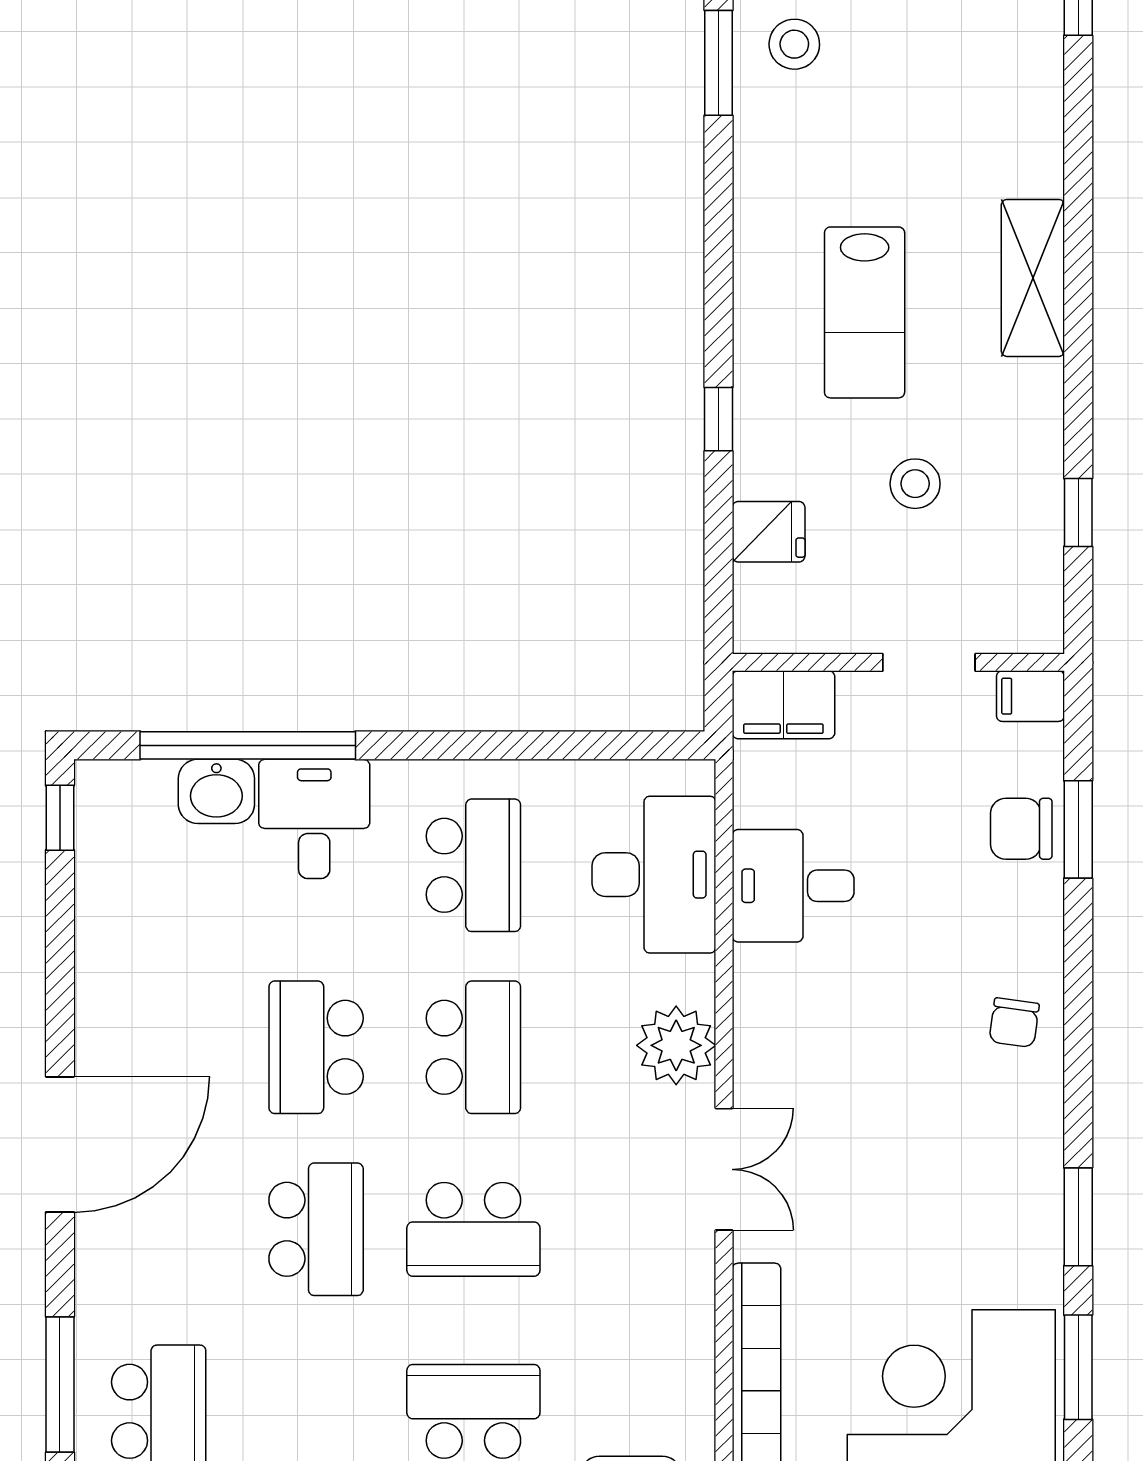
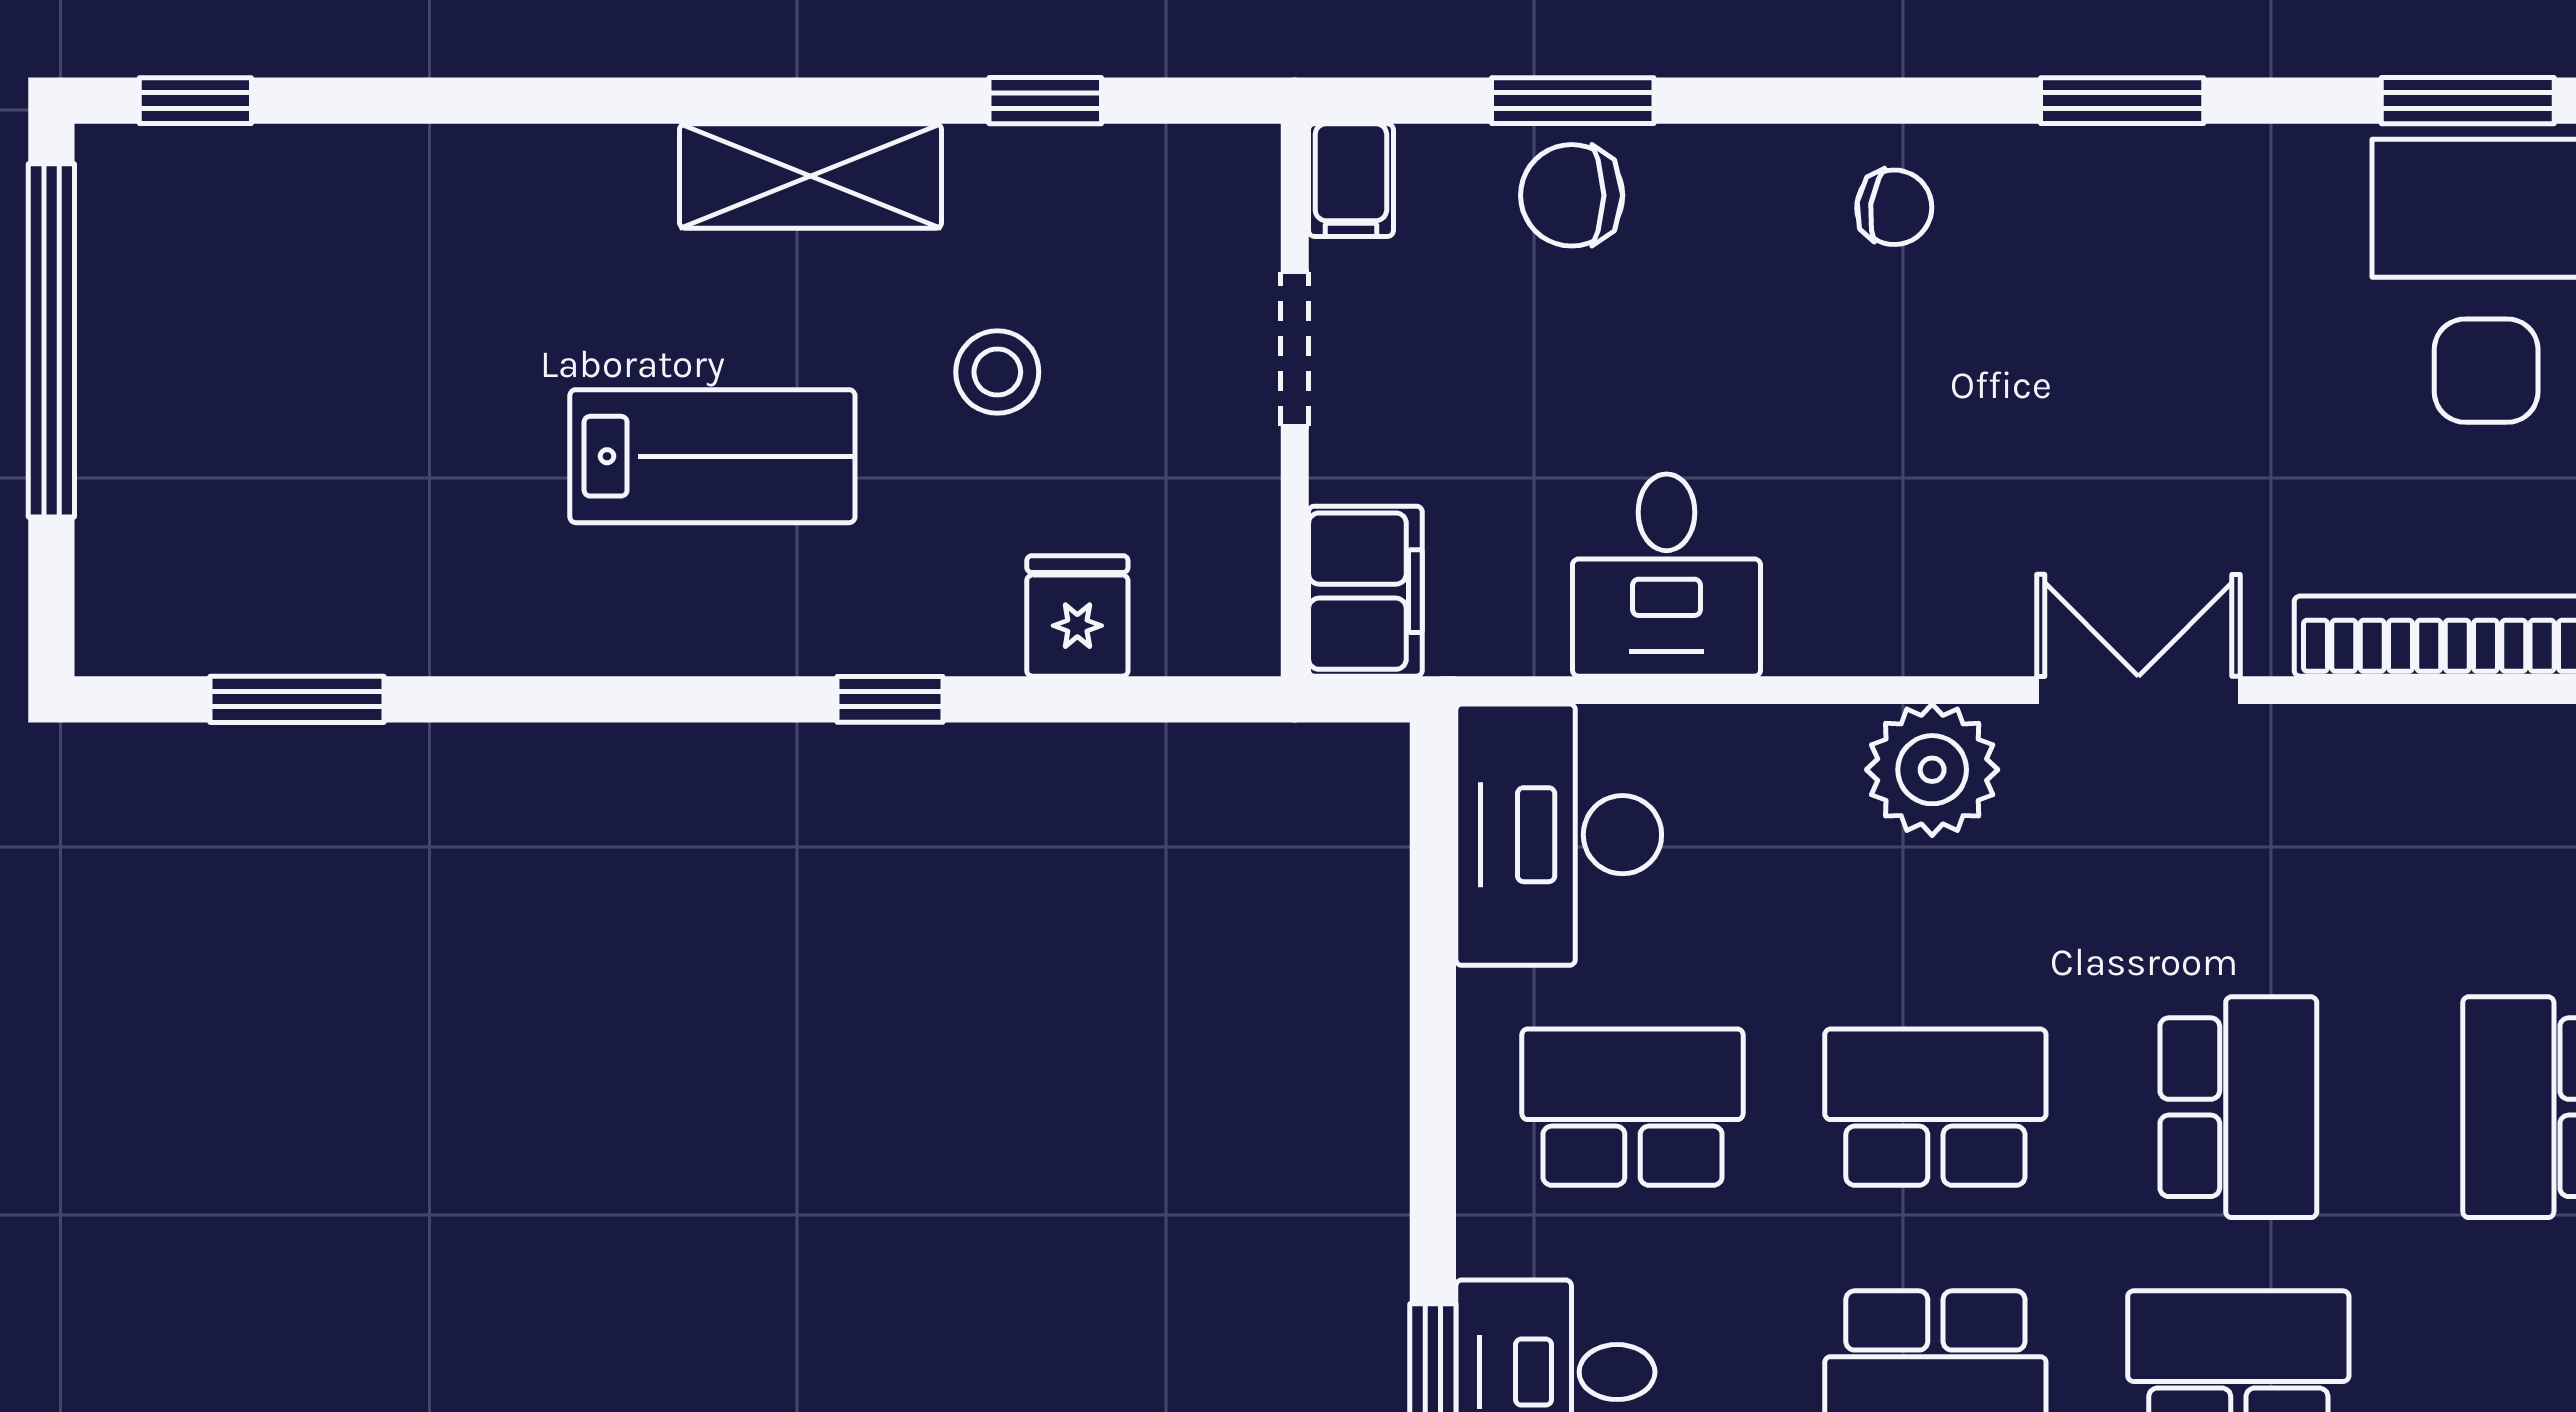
stool: (794, 44) -> (266, 573), removed
shelving: (1033, 278) -> (811, 176), moved
chair: (1021, 829) -> (1572, 195), turned 90
desk: (654, 875) -> (1559, 835), moved, turned -90
window: (1078, 1217) -> (2122, 101), moved

